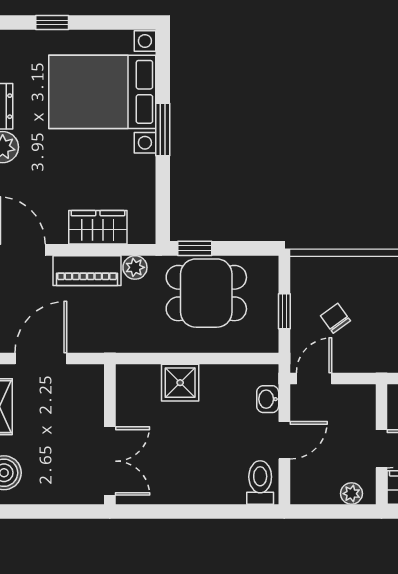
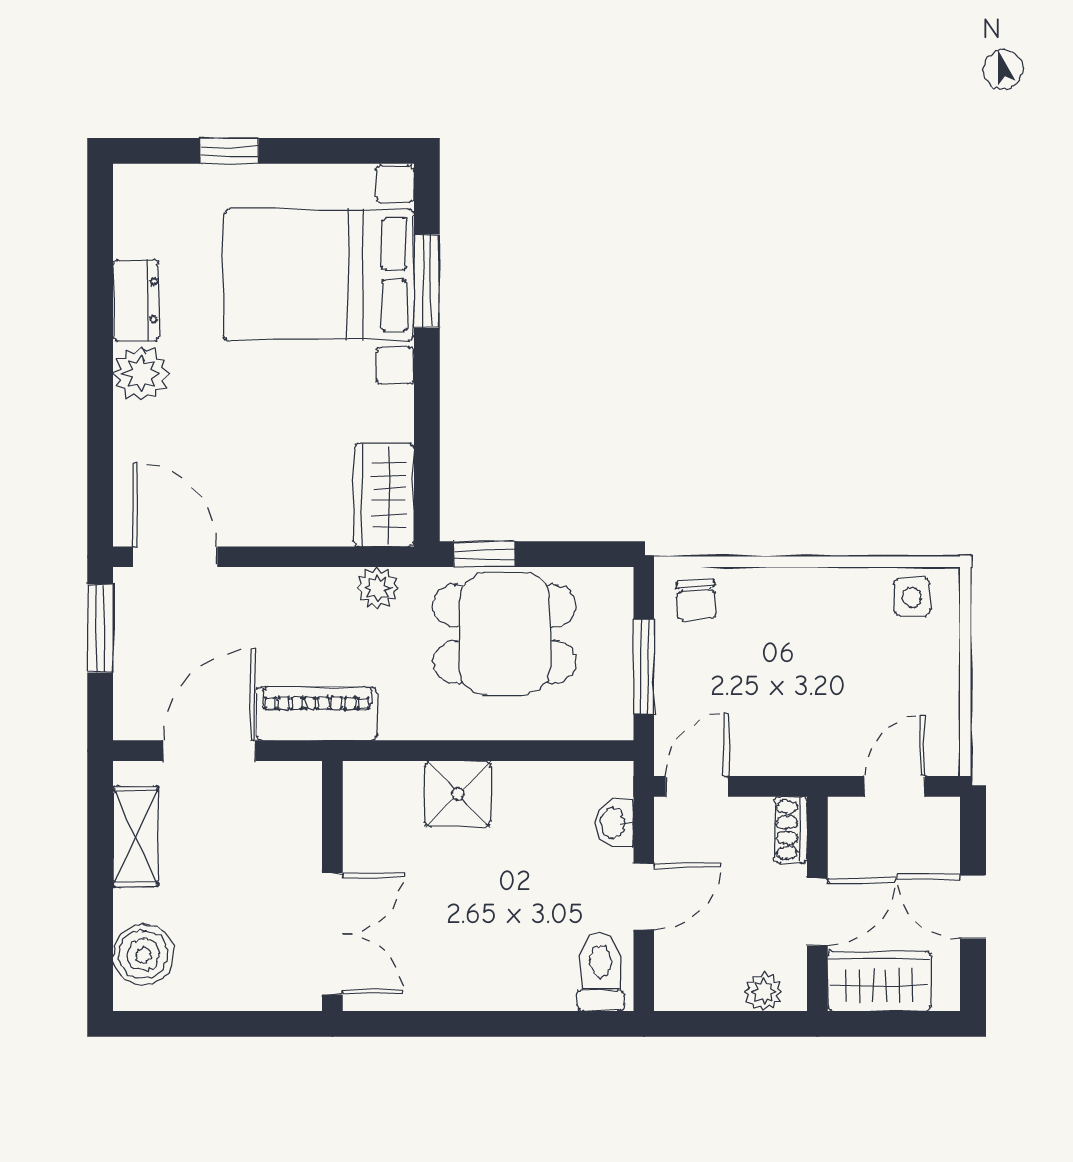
window: (163, 130) -> (427, 281), moved
wardrobe: (98, 227) -> (384, 495), moved, turned -90
piano: (87, 271) -> (317, 714), moved, turned 180
window: (284, 311) -> (644, 667), width x1.50
chair: (335, 318) -> (696, 600), moved, turned -147
shoe rack: (367, 403) -> (791, 830), added

